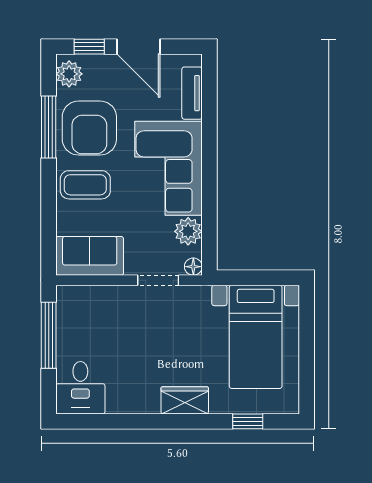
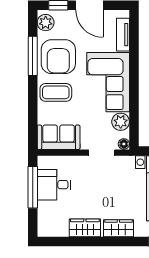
desk: (80, 388) -> (54, 185), moved, turned 90
wardrobe: (131, 400) -> (85, 228), added

